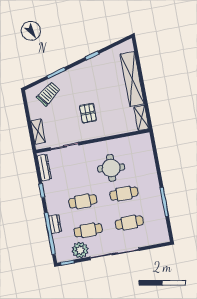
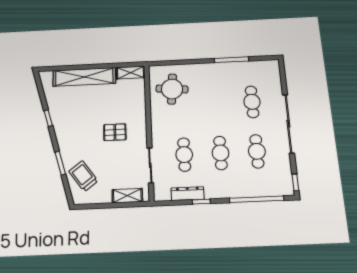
dresser: (44, 168) -> (188, 194), moved
round table: (111, 168) -> (172, 89), moved
cafe table: (124, 194) -> (184, 155), moved
dresser: (55, 224) -> (245, 191), removed
plant: (80, 250) -> (281, 164), removed

